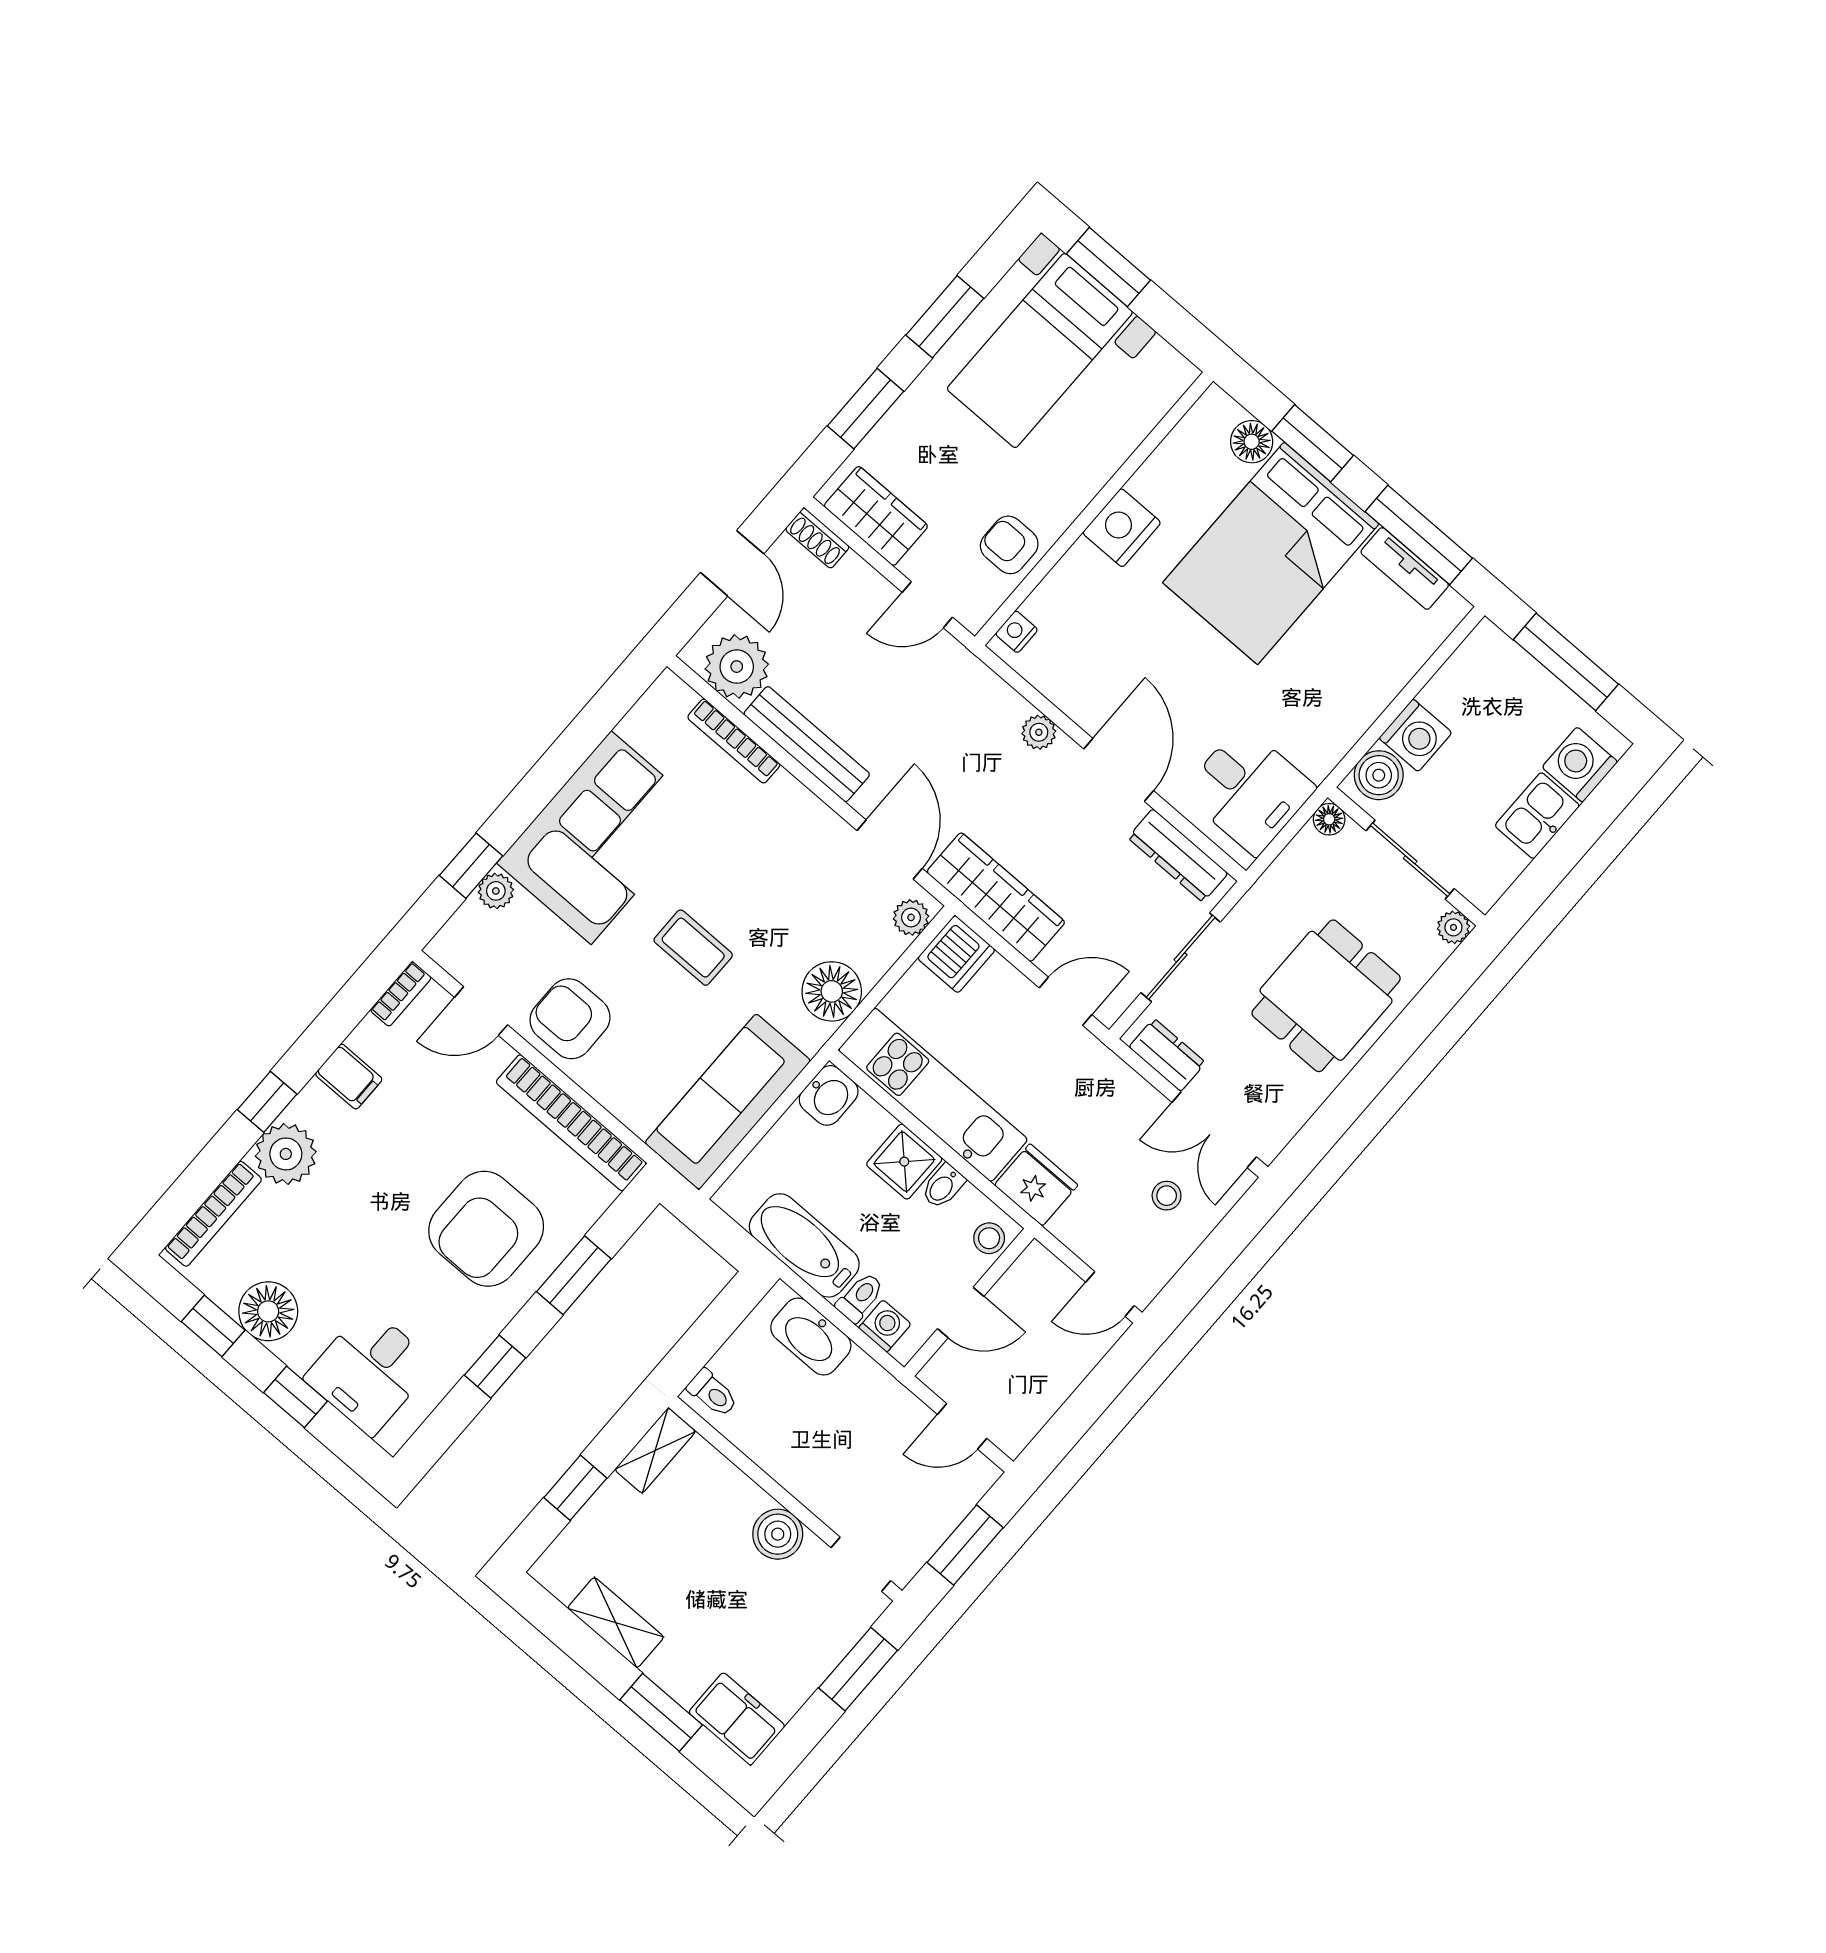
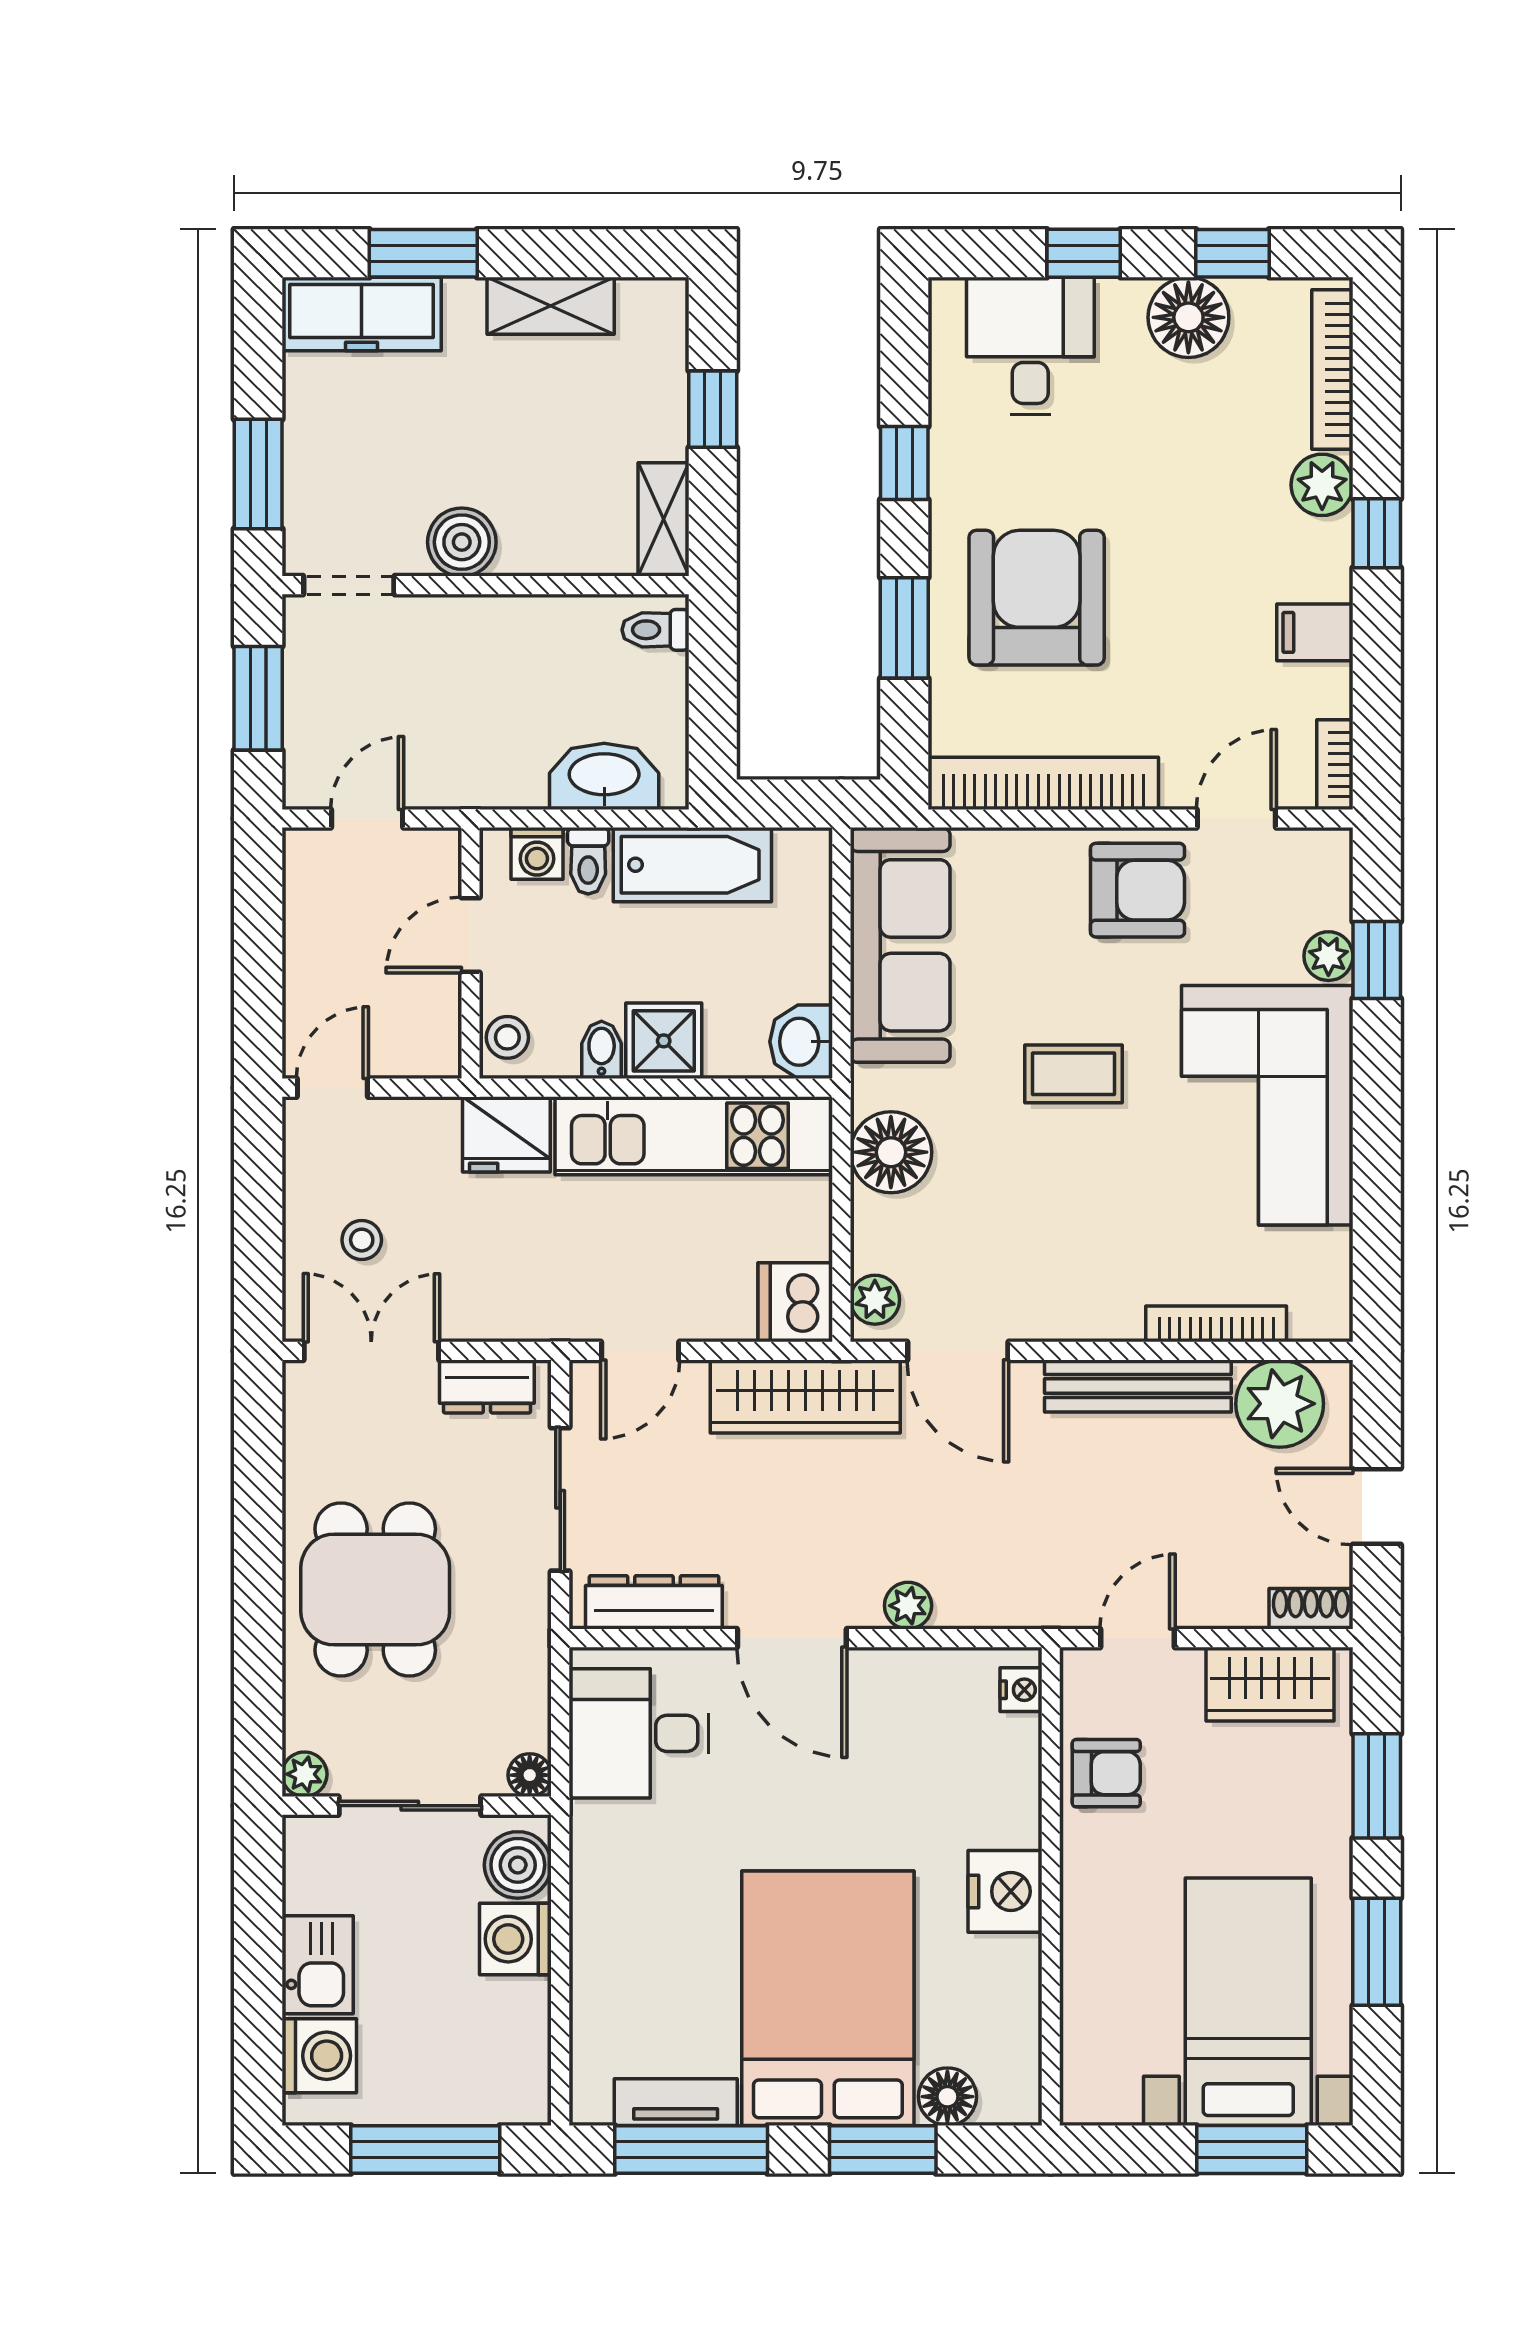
plant: (286, 1154) -> (1322, 485), width x0.73, depth x0.73
freezer: (737, 1719) -> (362, 314), width x1.40

